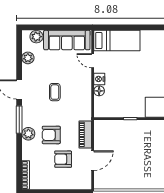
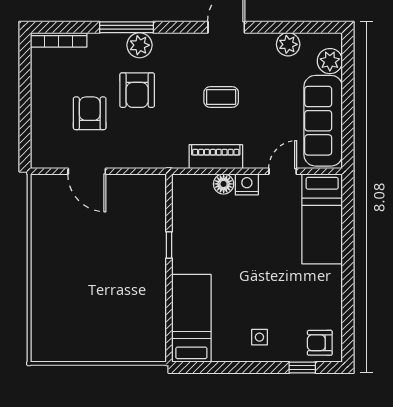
window: (19, 120) -> (126, 27), moved
piano: (85, 134) -> (216, 157), moved
armchair: (51, 135) -> (137, 90), turned 180

